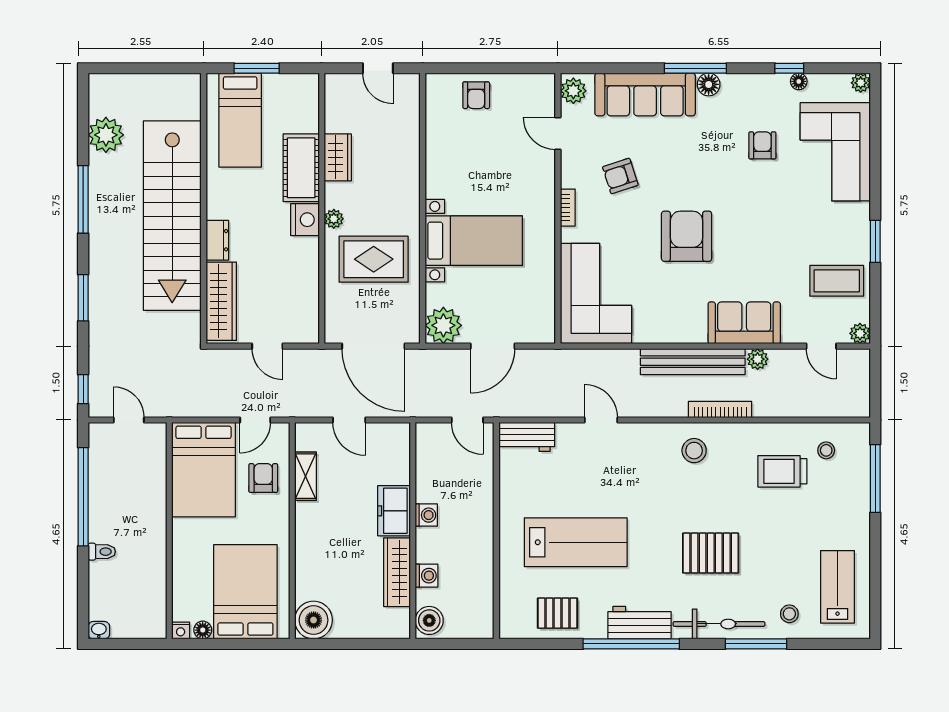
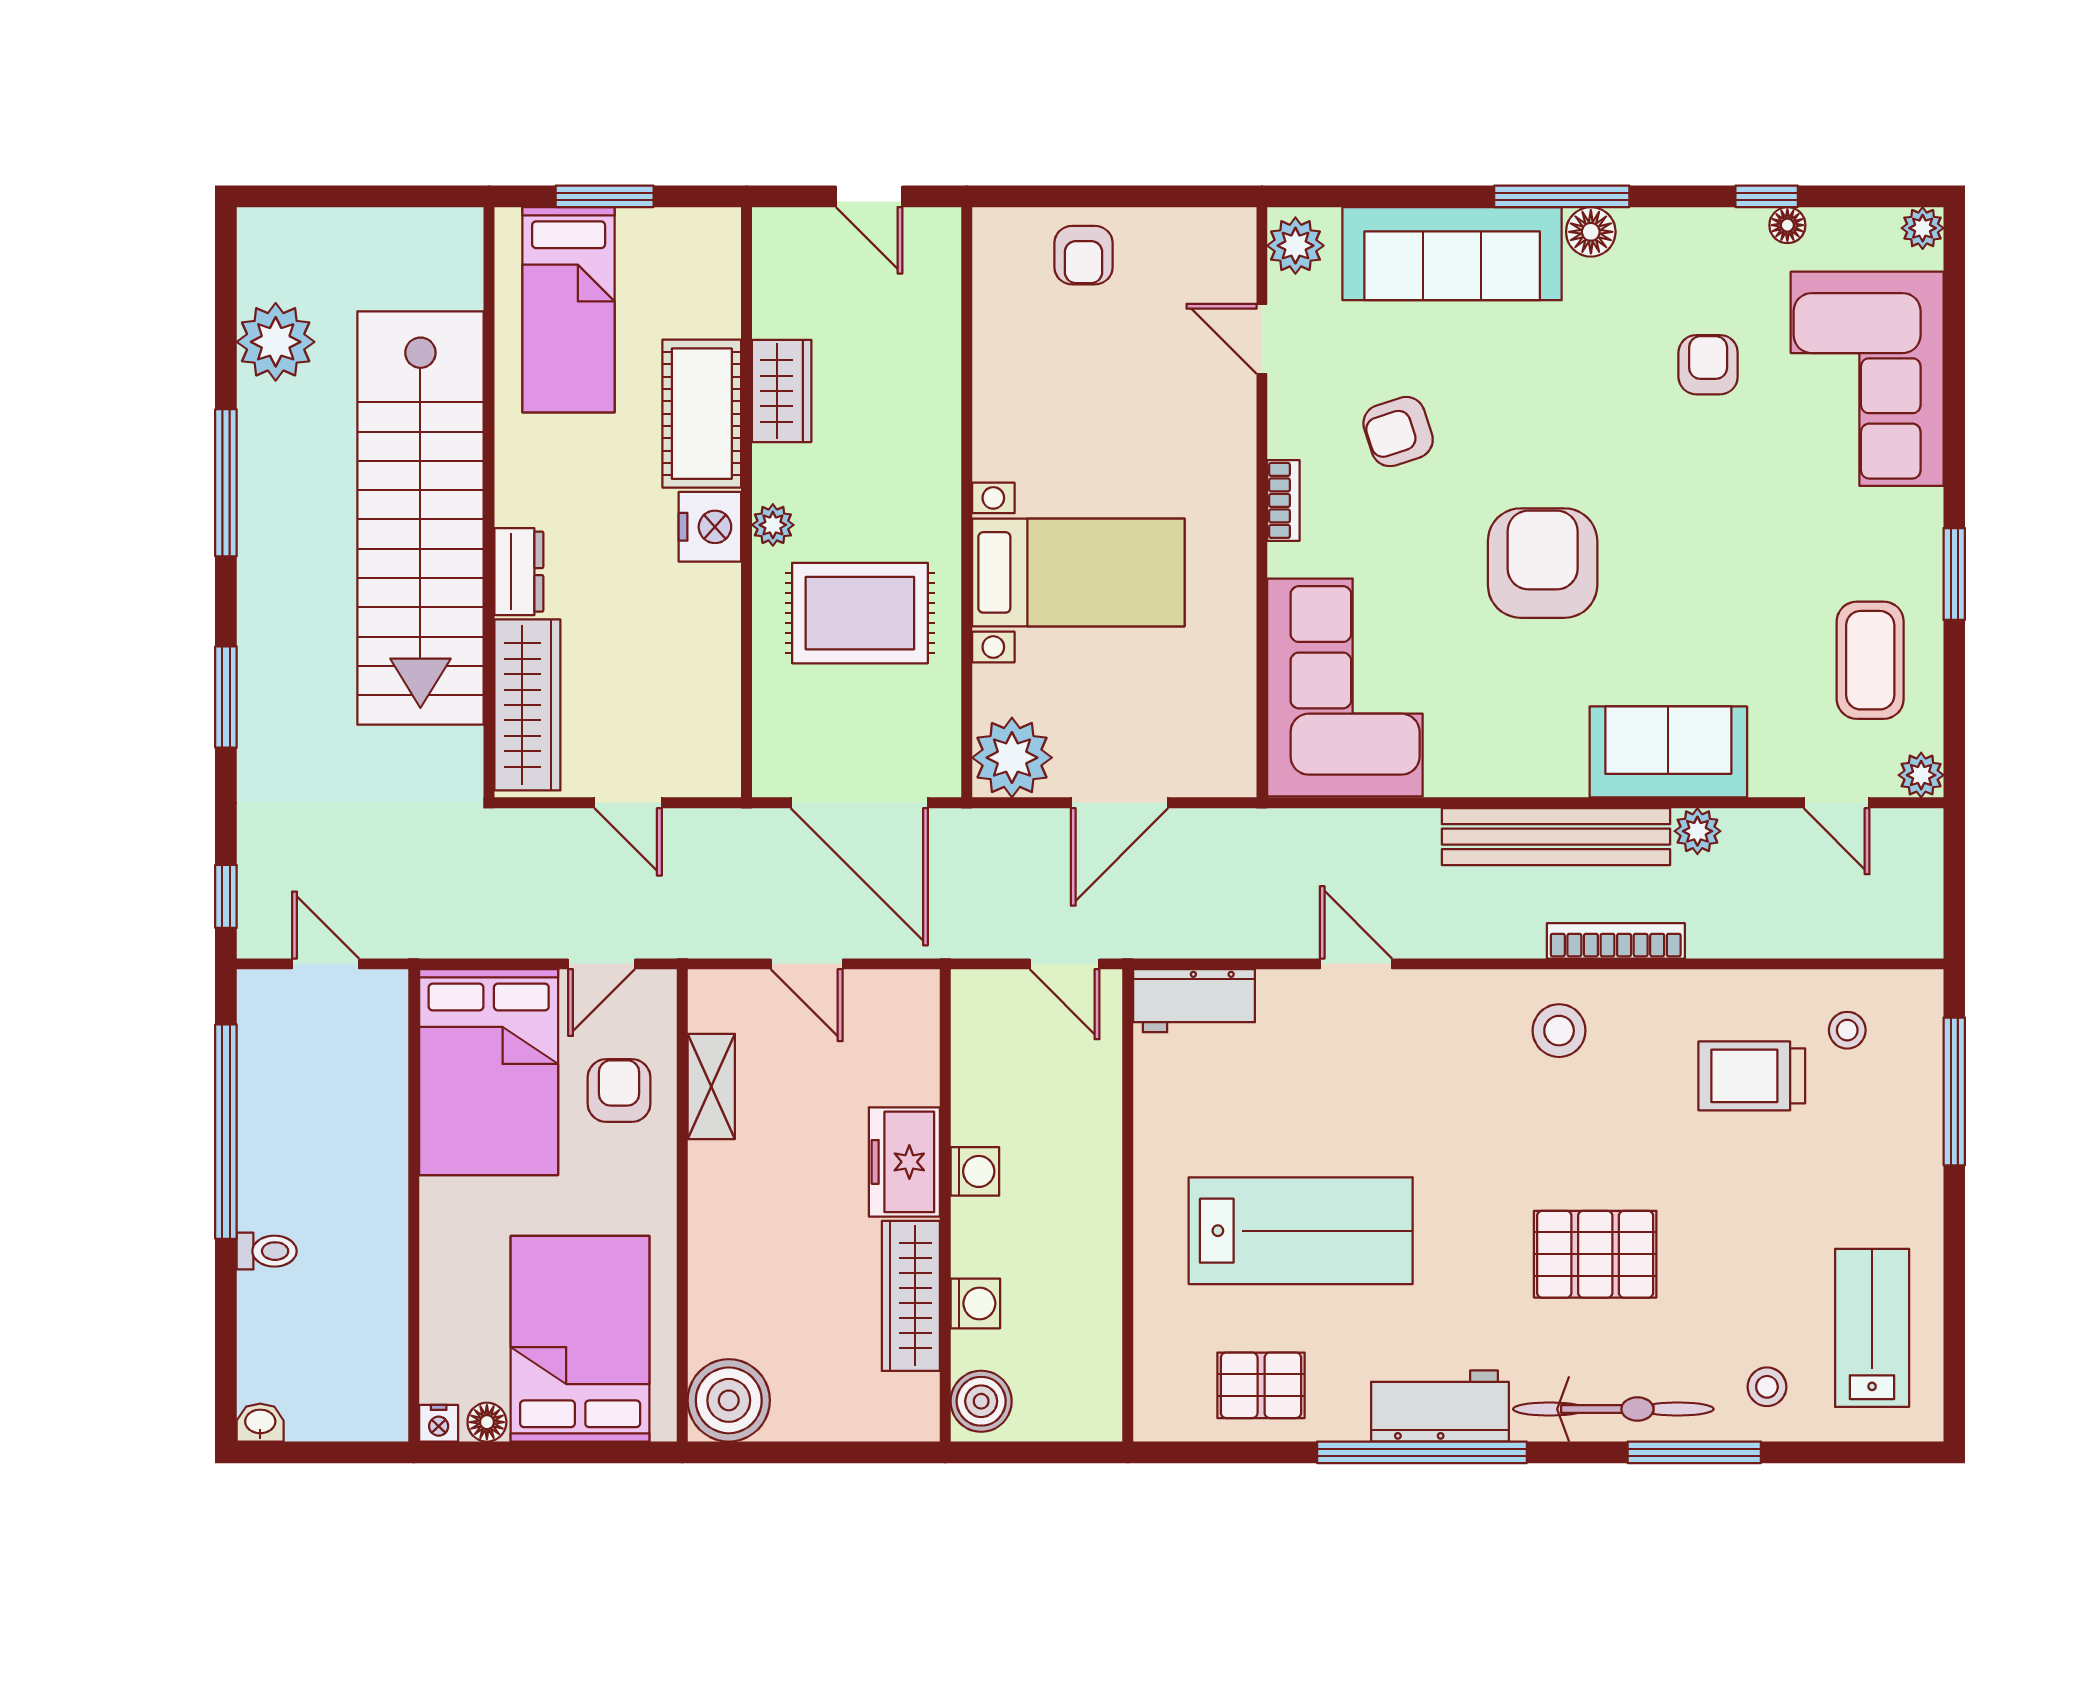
coffee table: (837, 281) -> (1870, 660), turned 90

